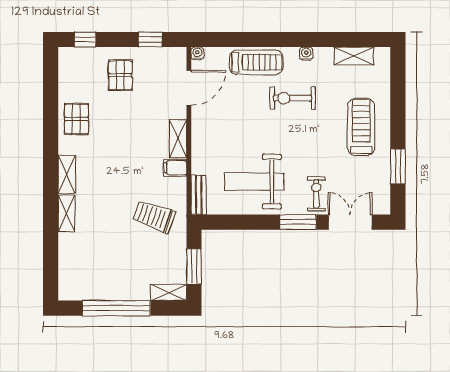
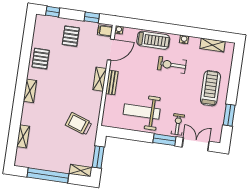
filing cabinet: (175, 168) -> (105, 31), moved
bench: (199, 195) -> (112, 82), moved
shelving: (66, 213) -> (23, 136), moved

